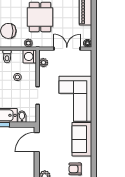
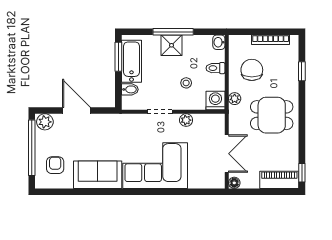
plant: (43, 63) -> (186, 120), moved
door: (37, 142) -> (76, 110), moved

